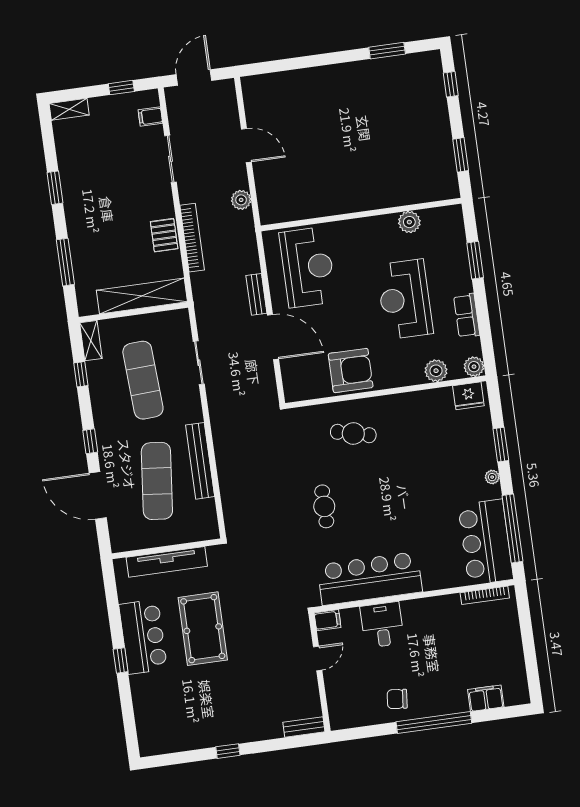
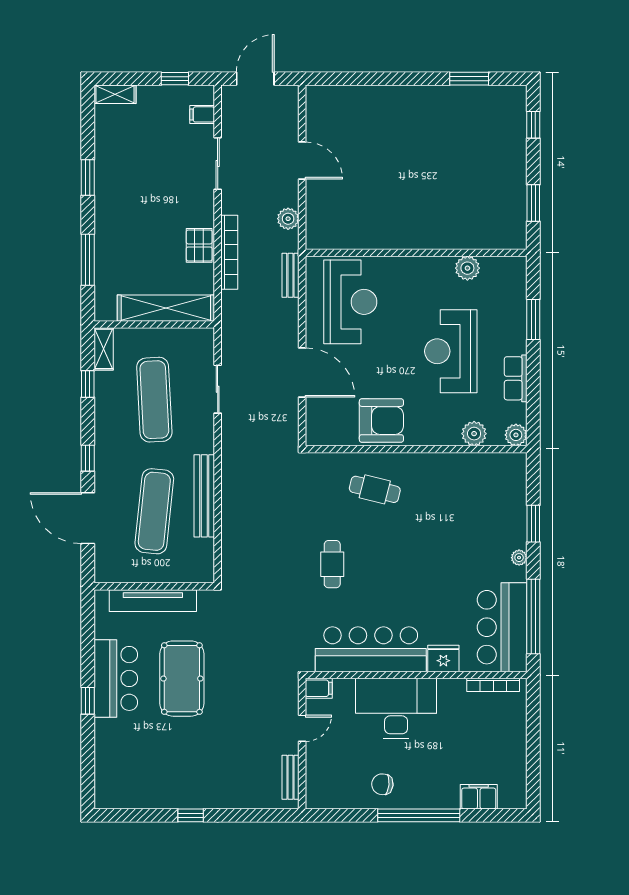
bench: (256, 294) -> (290, 275), moved
fridge: (468, 396) -> (443, 658), moved, turned 180
desk: (382, 625) -> (396, 708), width x1.87, depth x1.30
bench: (304, 727) -> (290, 777), moved, turned 90

